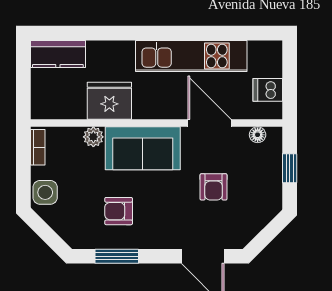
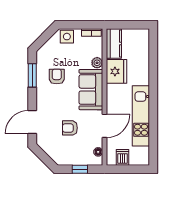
kitchen counter: (58, 54) -> (114, 44), moved, turned 180

